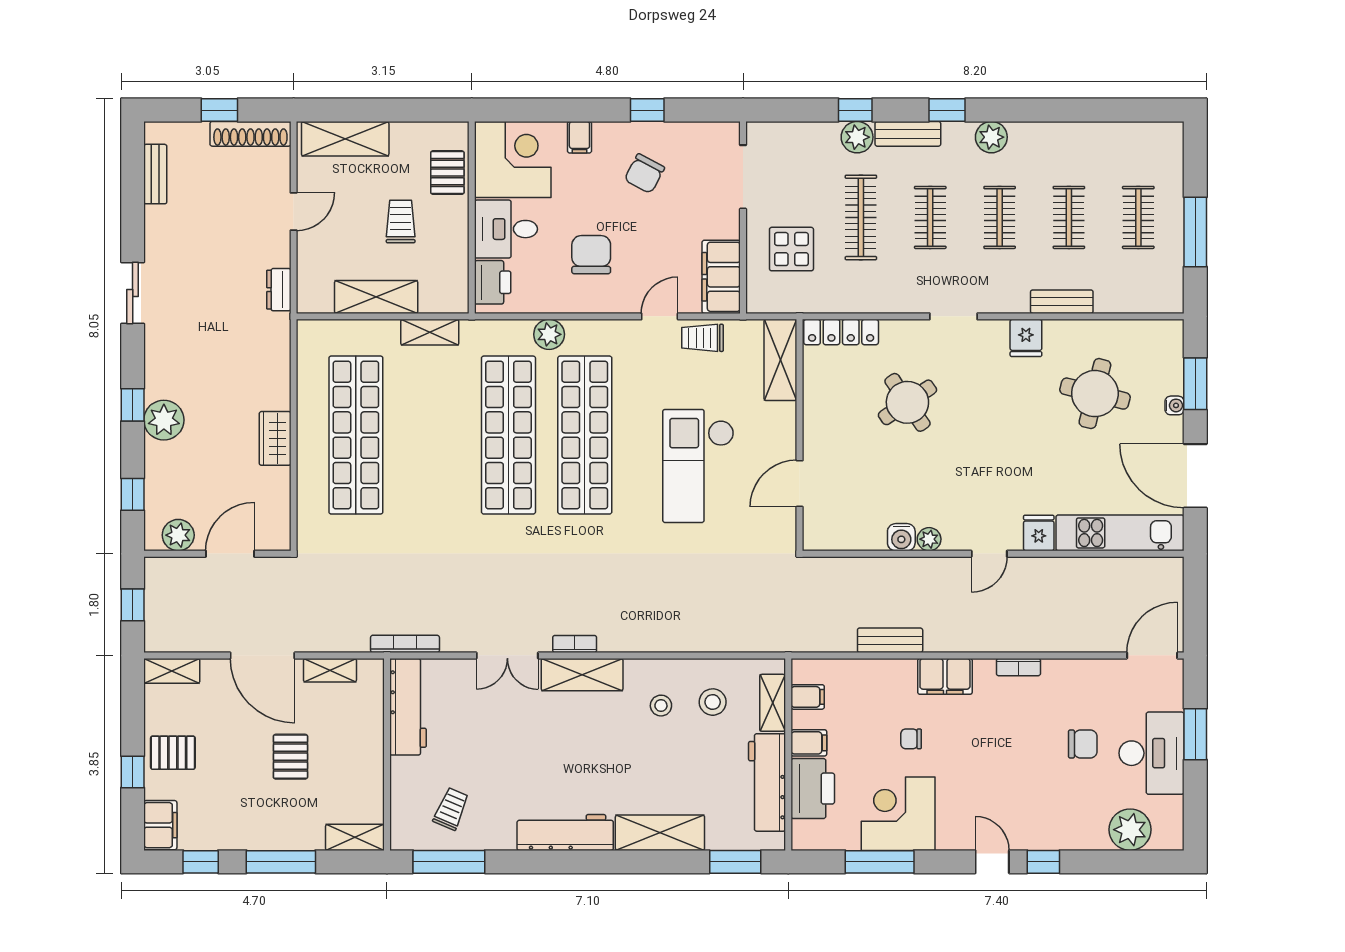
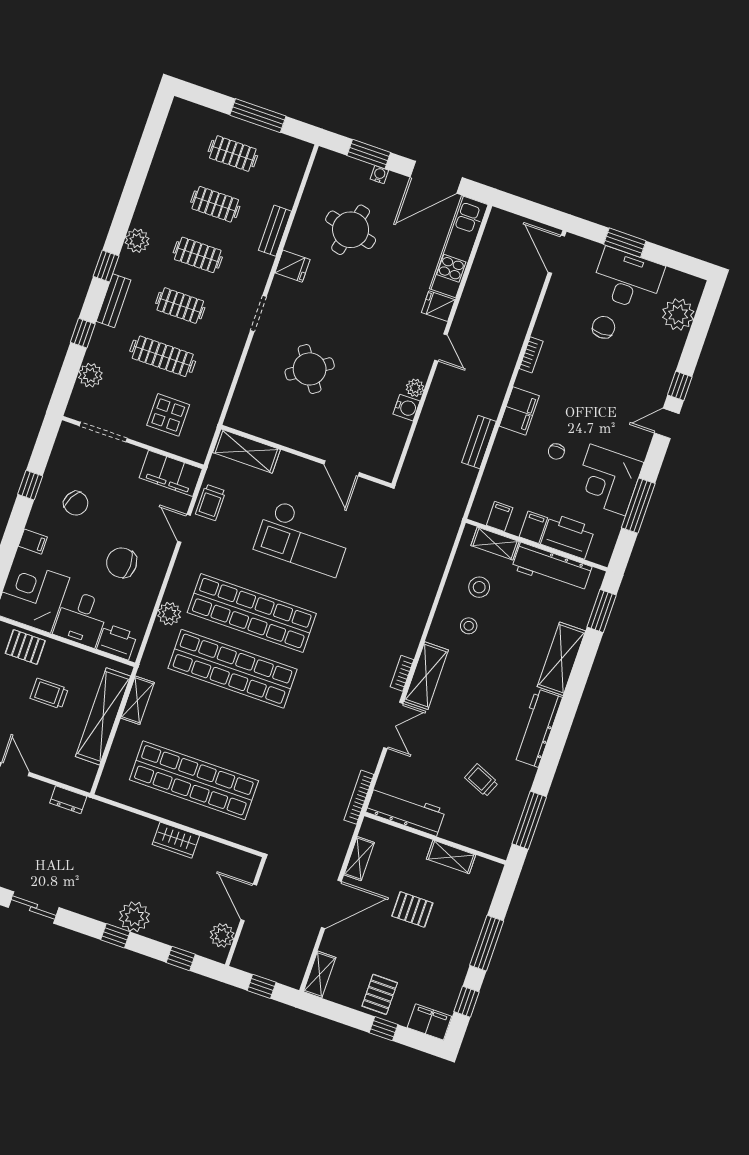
plant: (857, 137) -> (90, 375), moved
shelving: (376, 297) -> (103, 716), width x1.47
locker: (841, 332) -> (241, 400), removed
trolley: (451, 809) -> (481, 780), moved
shelving: (355, 837) -> (451, 857), moved, turned 90

